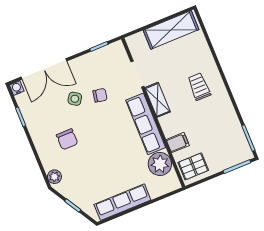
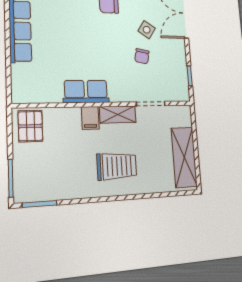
trolley: (199, 87) -> (117, 166), width x1.36, depth x1.39
row of seats: (146, 124) -> (86, 91), width x0.68
filing cabinet: (178, 143) -> (90, 118), moved
plant: (160, 164) -> (47, 89), removed

